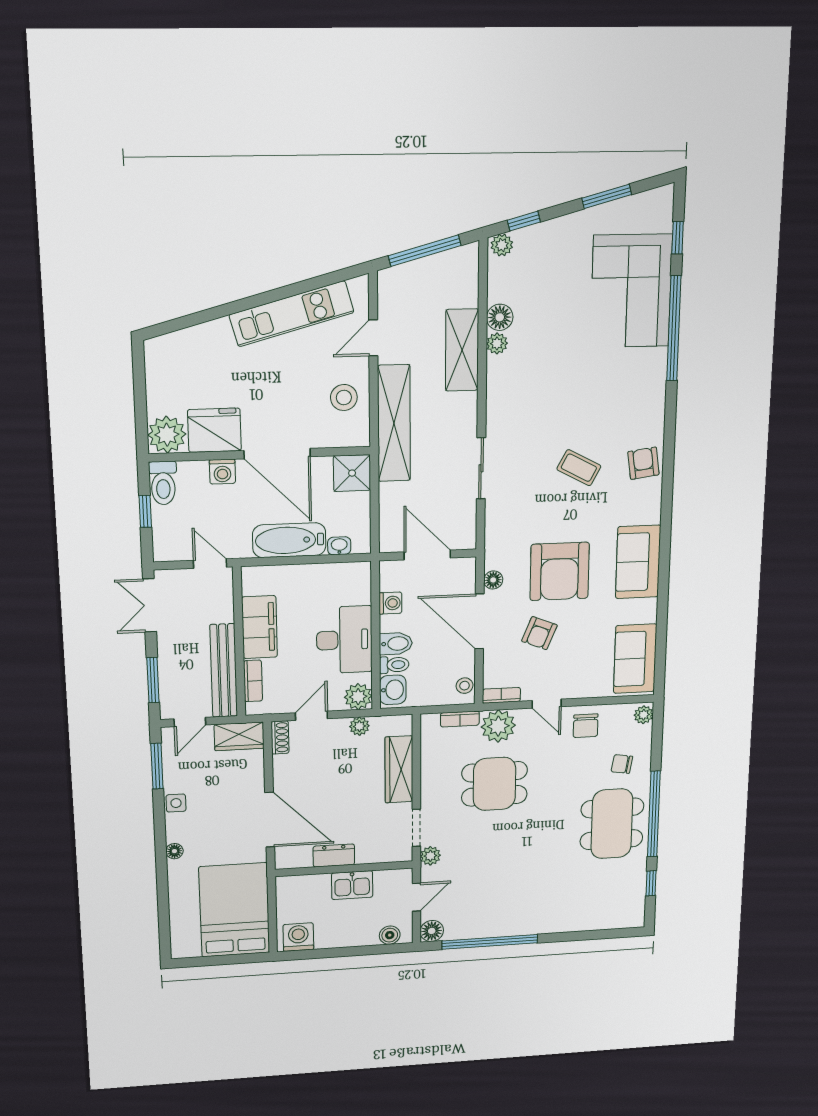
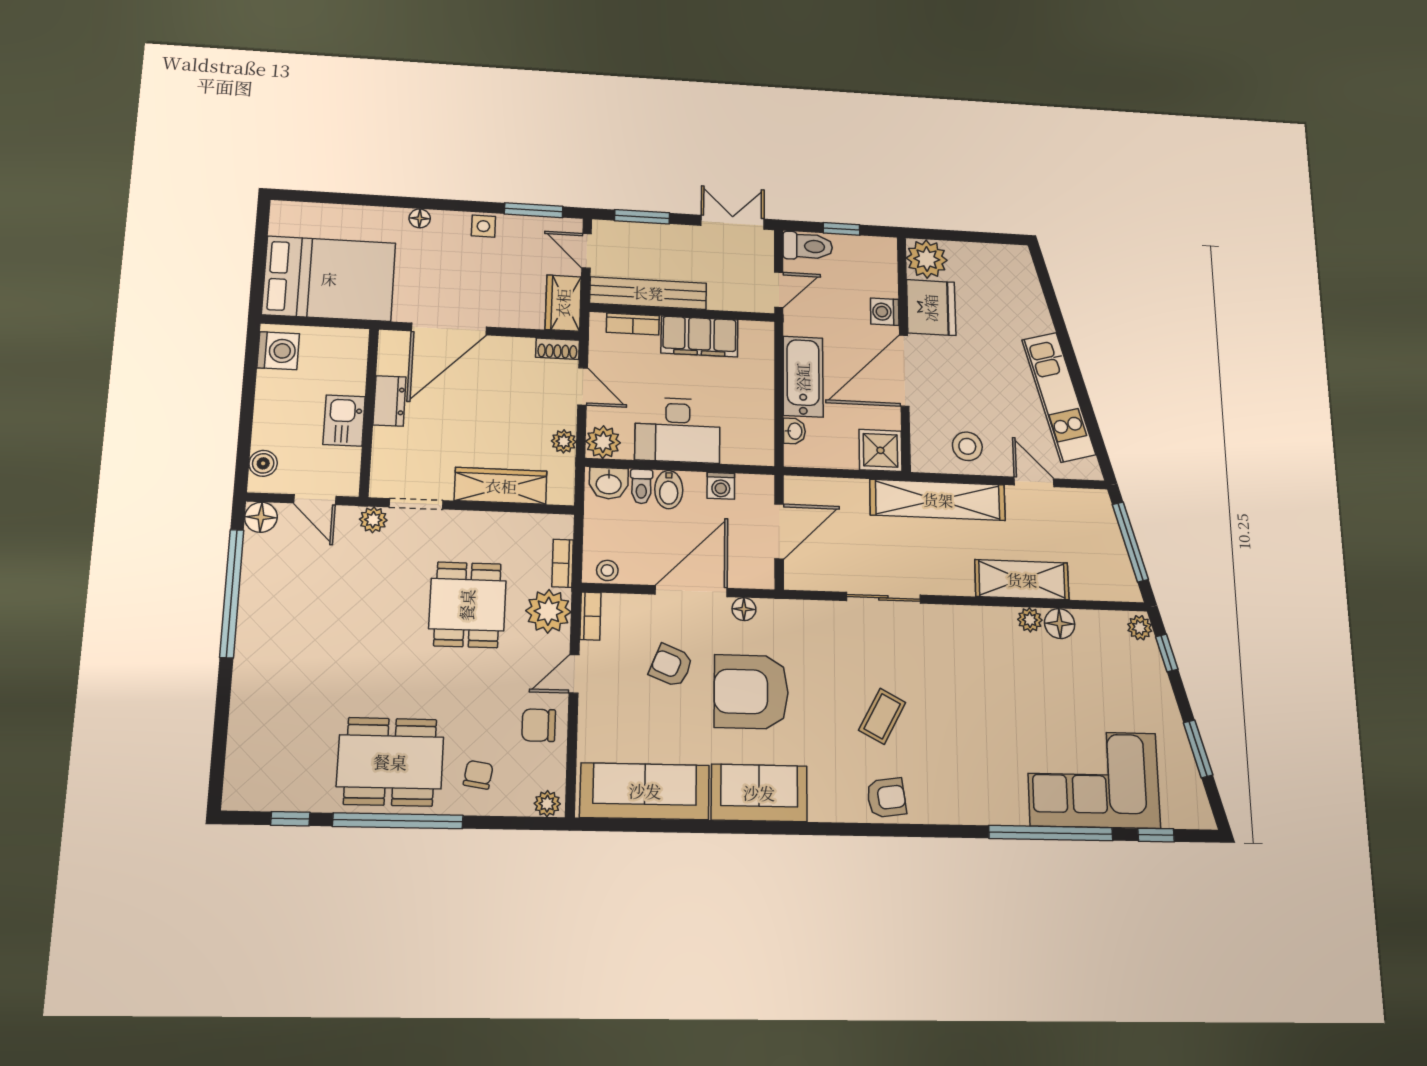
toilet: (163, 483) -> (808, 246), moved, turned 180
sofa: (635, 659) -> (645, 791), width x1.36

